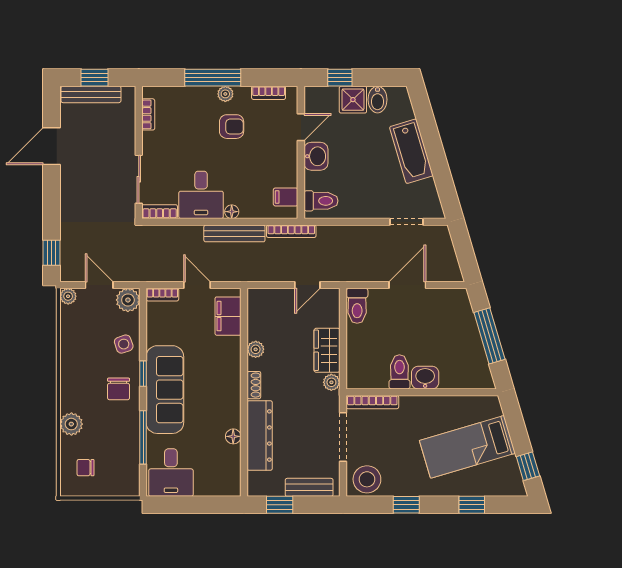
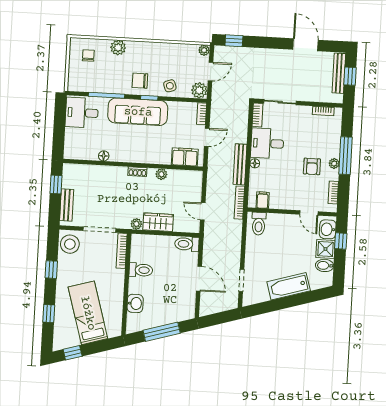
washbasin: (316, 156) -> (328, 229), moved, turned 90
washbasin: (425, 378) -> (135, 303), moved
dresser: (260, 435) -> (103, 174), removed

